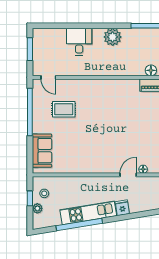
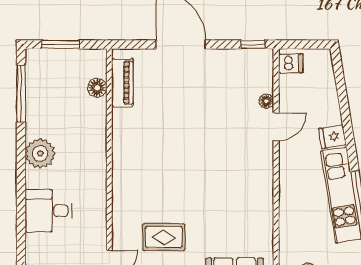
rug: (64, 109) -> (164, 237), turned 90
door: (128, 175) -> (276, 127), swing flipped

